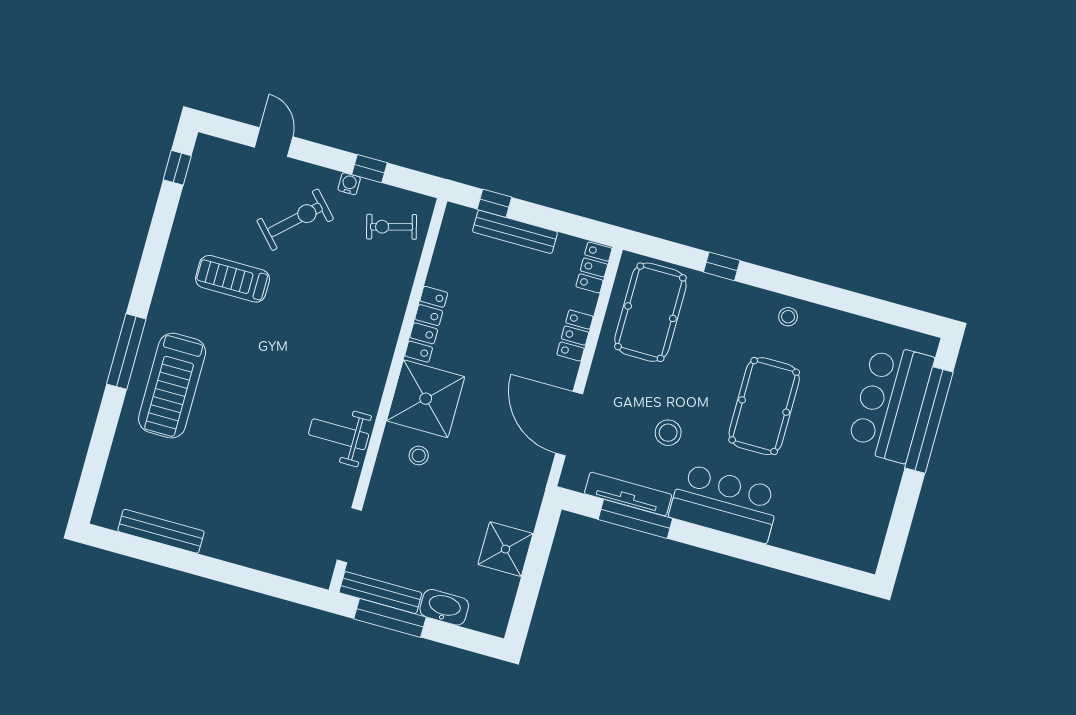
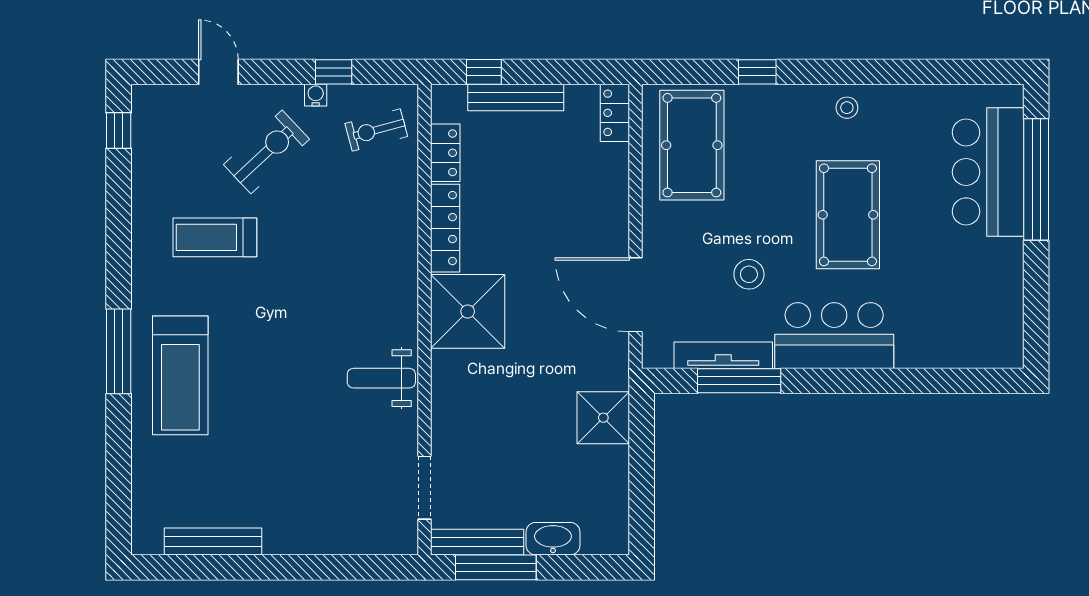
locker: (575, 336) -> (445, 153), moved, turned 180
stool: (419, 455) -> (477, 377), removed
shower: (505, 549) -> (603, 418), moved

